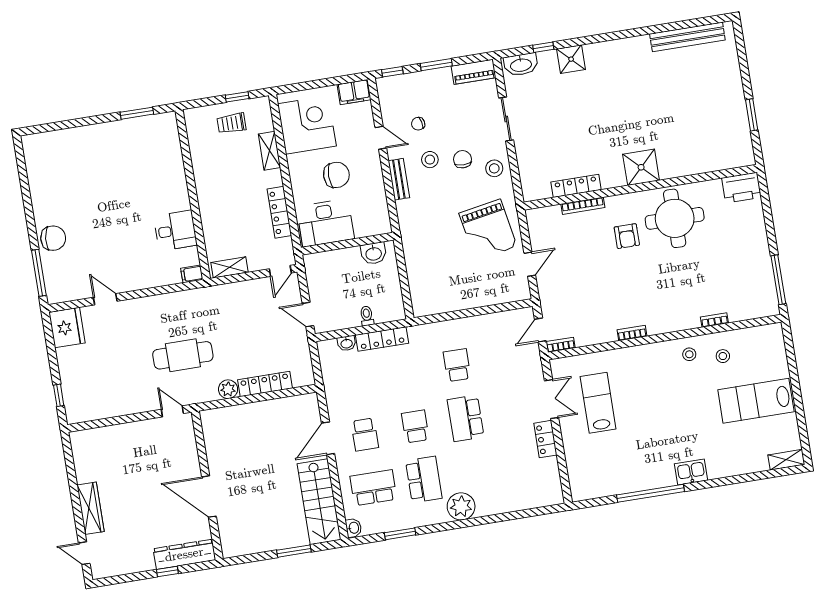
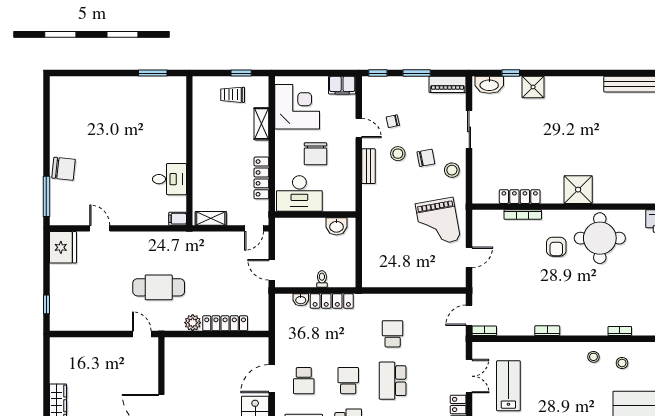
chair: (462, 159) -> (426, 158), turned 79
chair: (336, 175) -> (315, 154), turned 90

